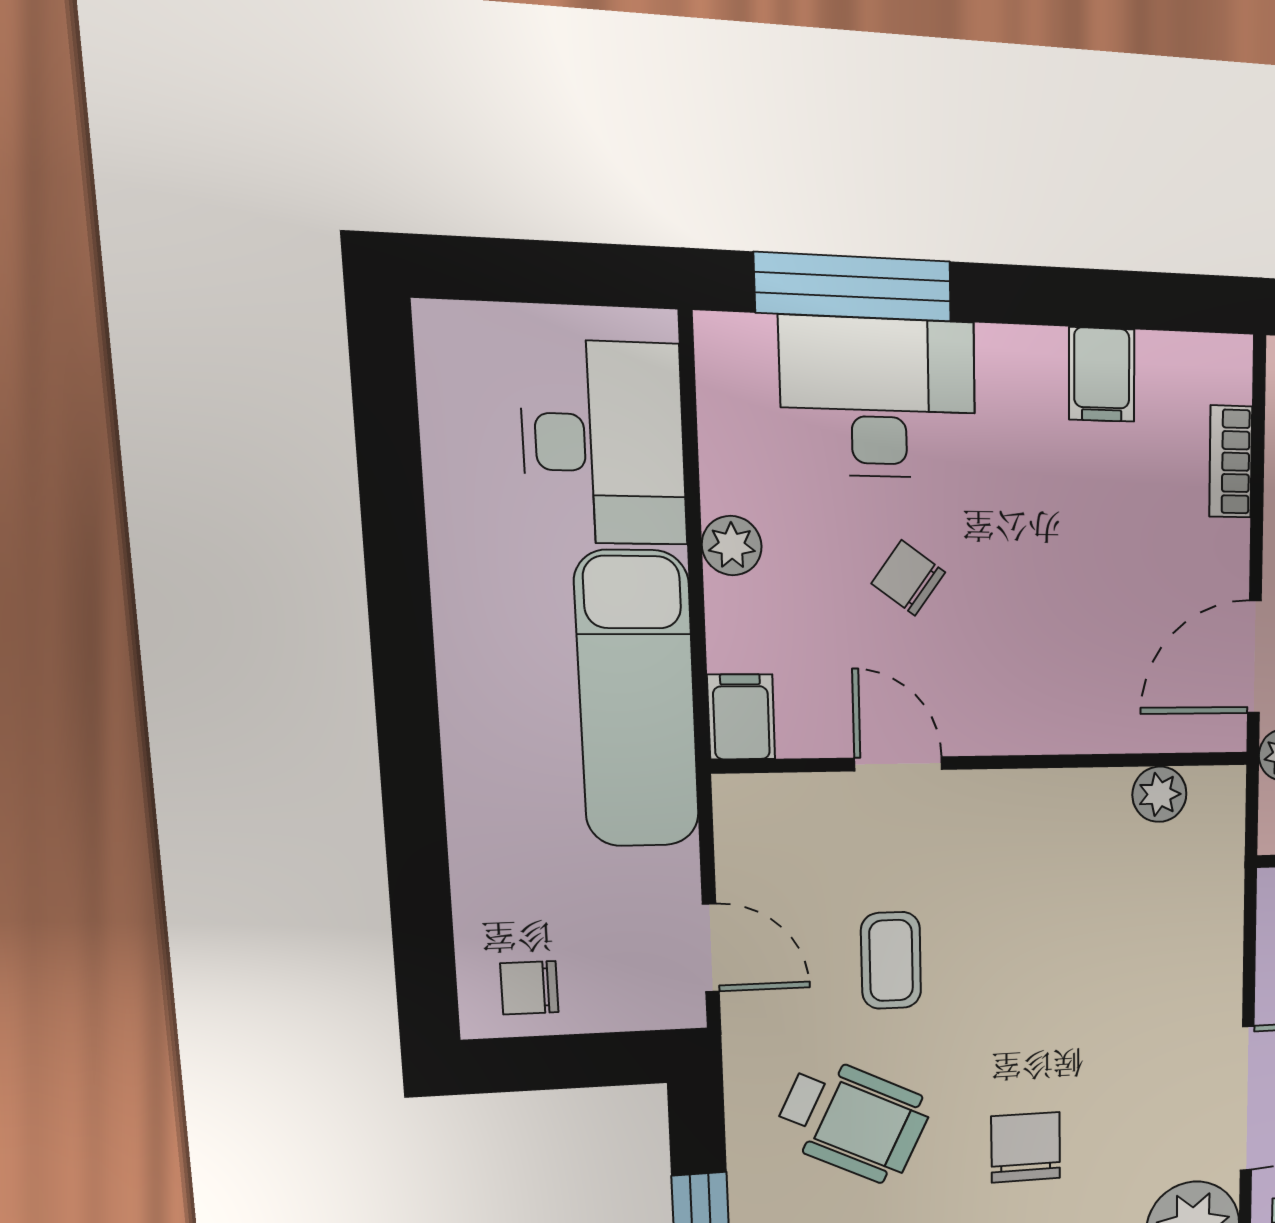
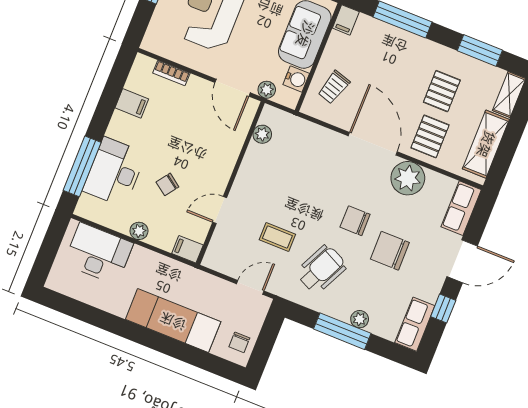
exam couch: (637, 700) -> (173, 321), moved, turned 180

